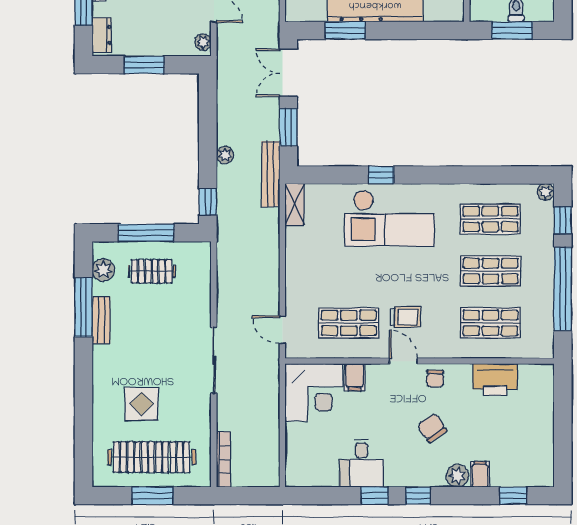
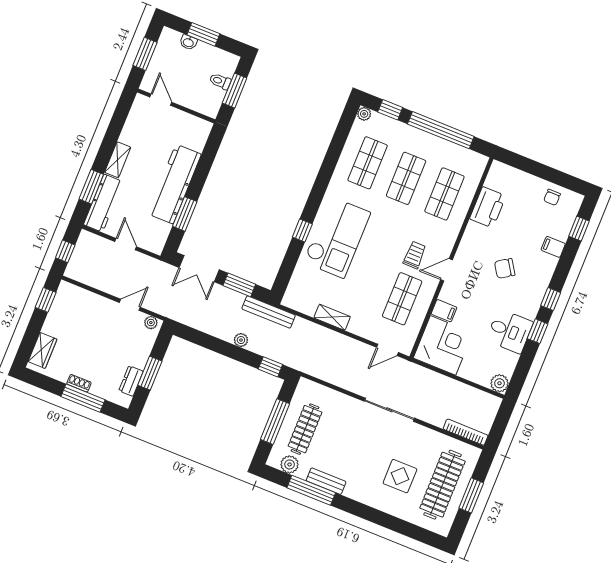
dresser: (102, 35) -> (131, 381), moved, turned -90
shelving: (294, 205) -> (332, 317), moved
clothes rail: (152, 271) -> (305, 429), width x1.36
chair: (435, 378) -> (552, 197), moved, turned 90
plant: (457, 476) -> (499, 383), moved

